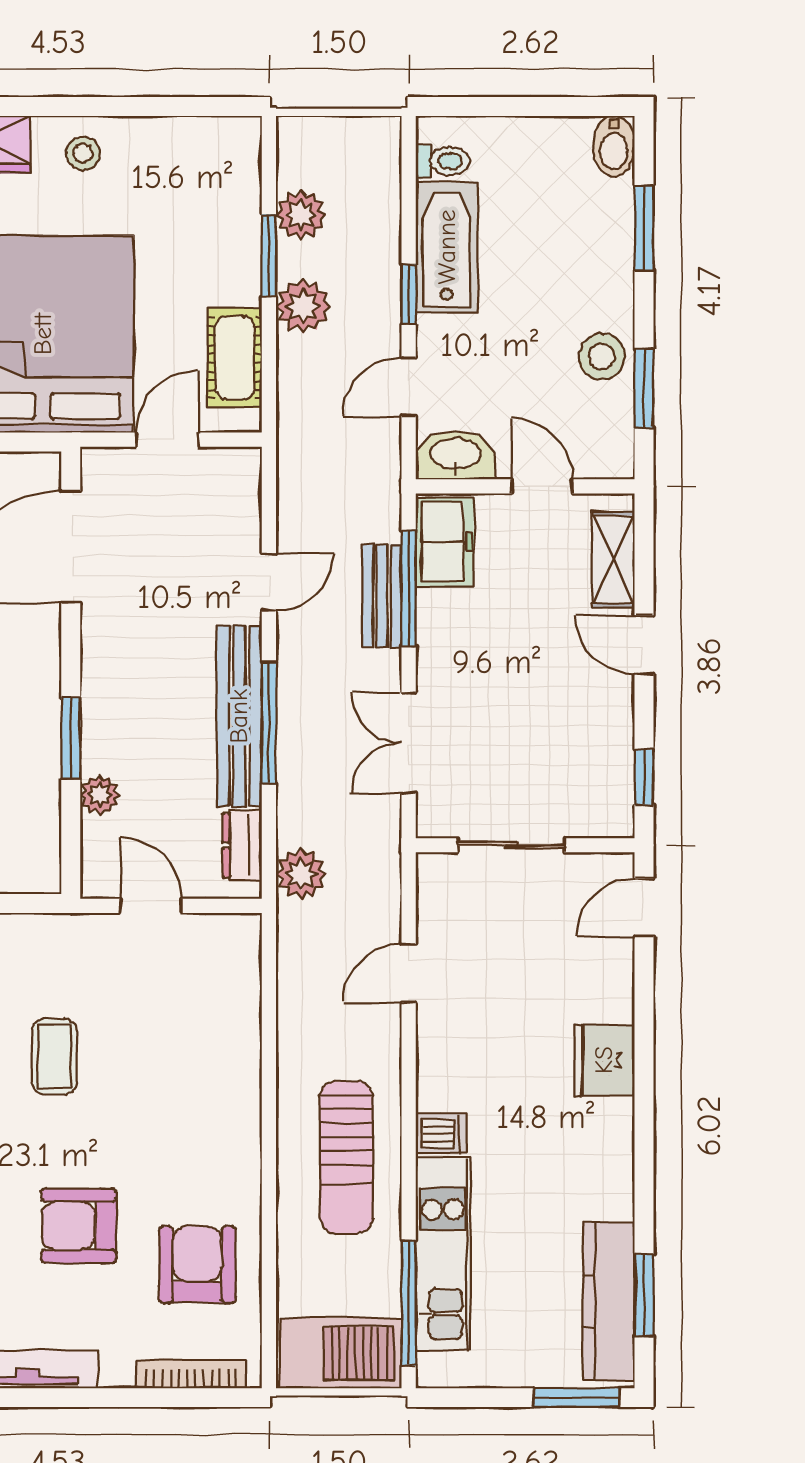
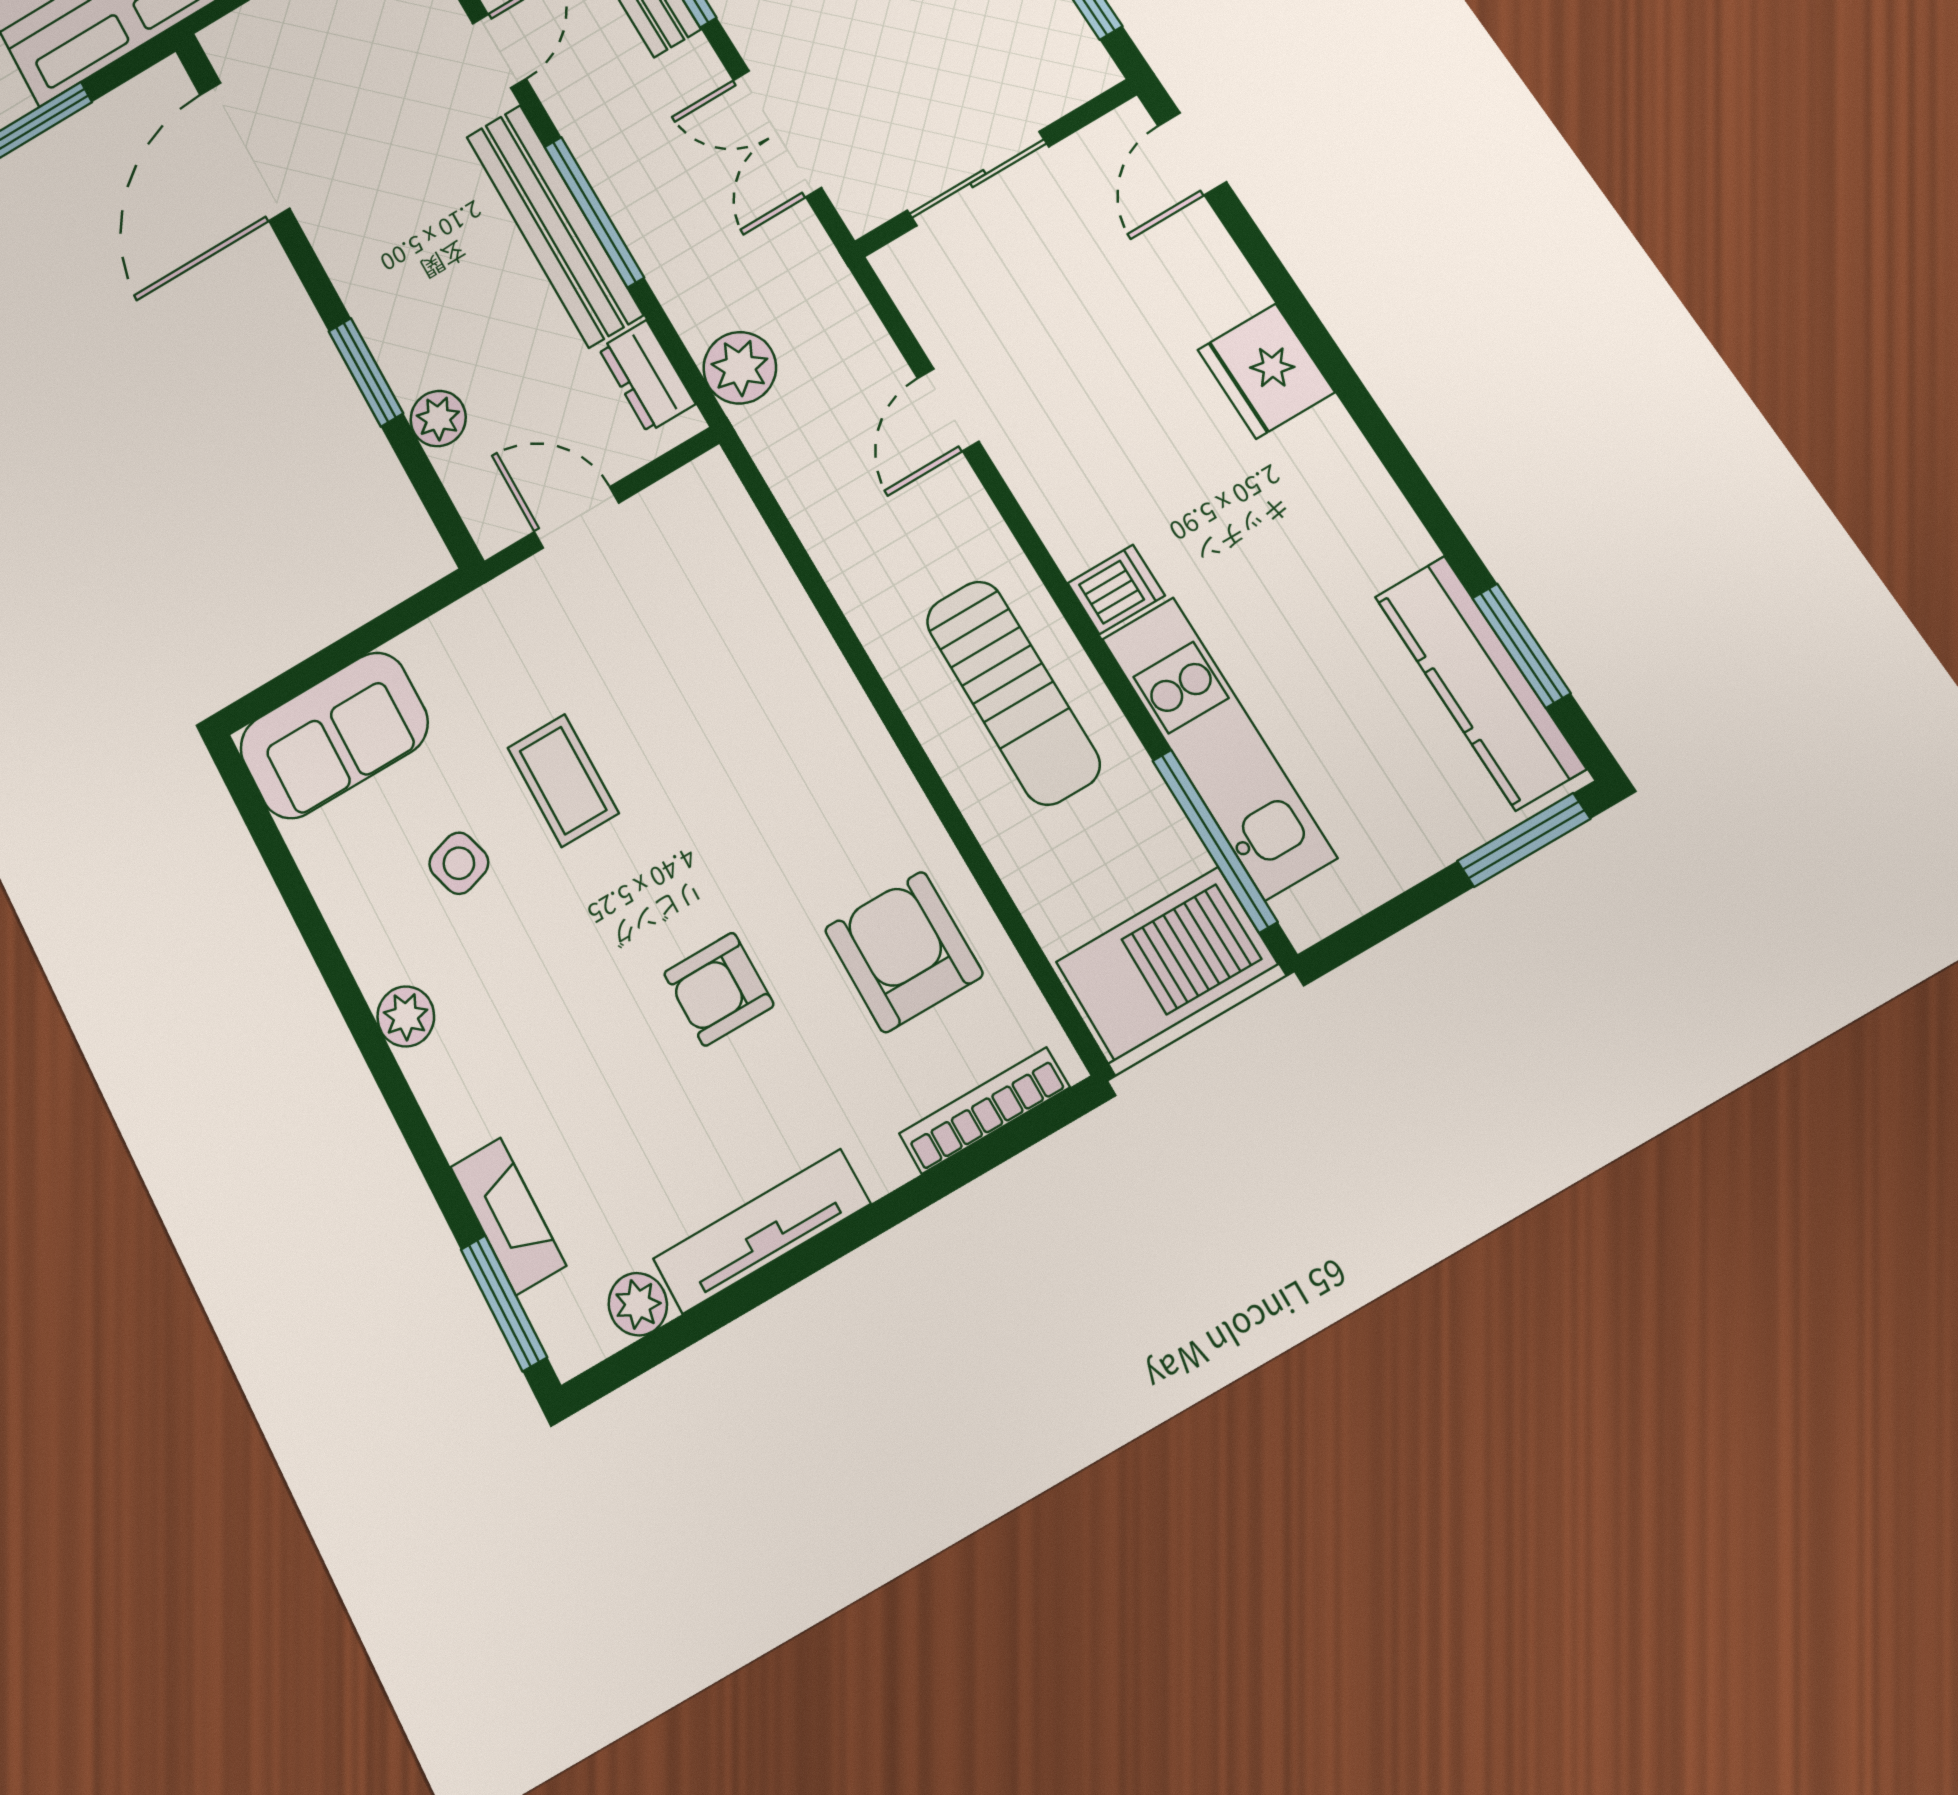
armchair: (79, 1226) -> (719, 989), width x0.72, depth x0.72

